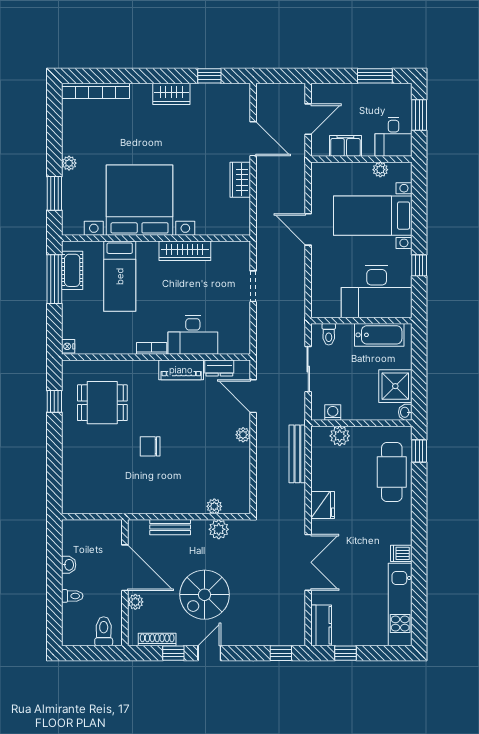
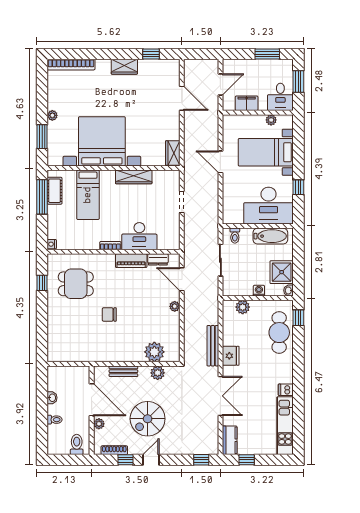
wardrobe: (240, 180) -> (173, 153), moved
washing machine: (333, 413) -> (259, 291), moved
bench: (297, 454) -> (213, 346), moved
plant: (214, 506) -> (154, 352), width x1.87, depth x1.87

